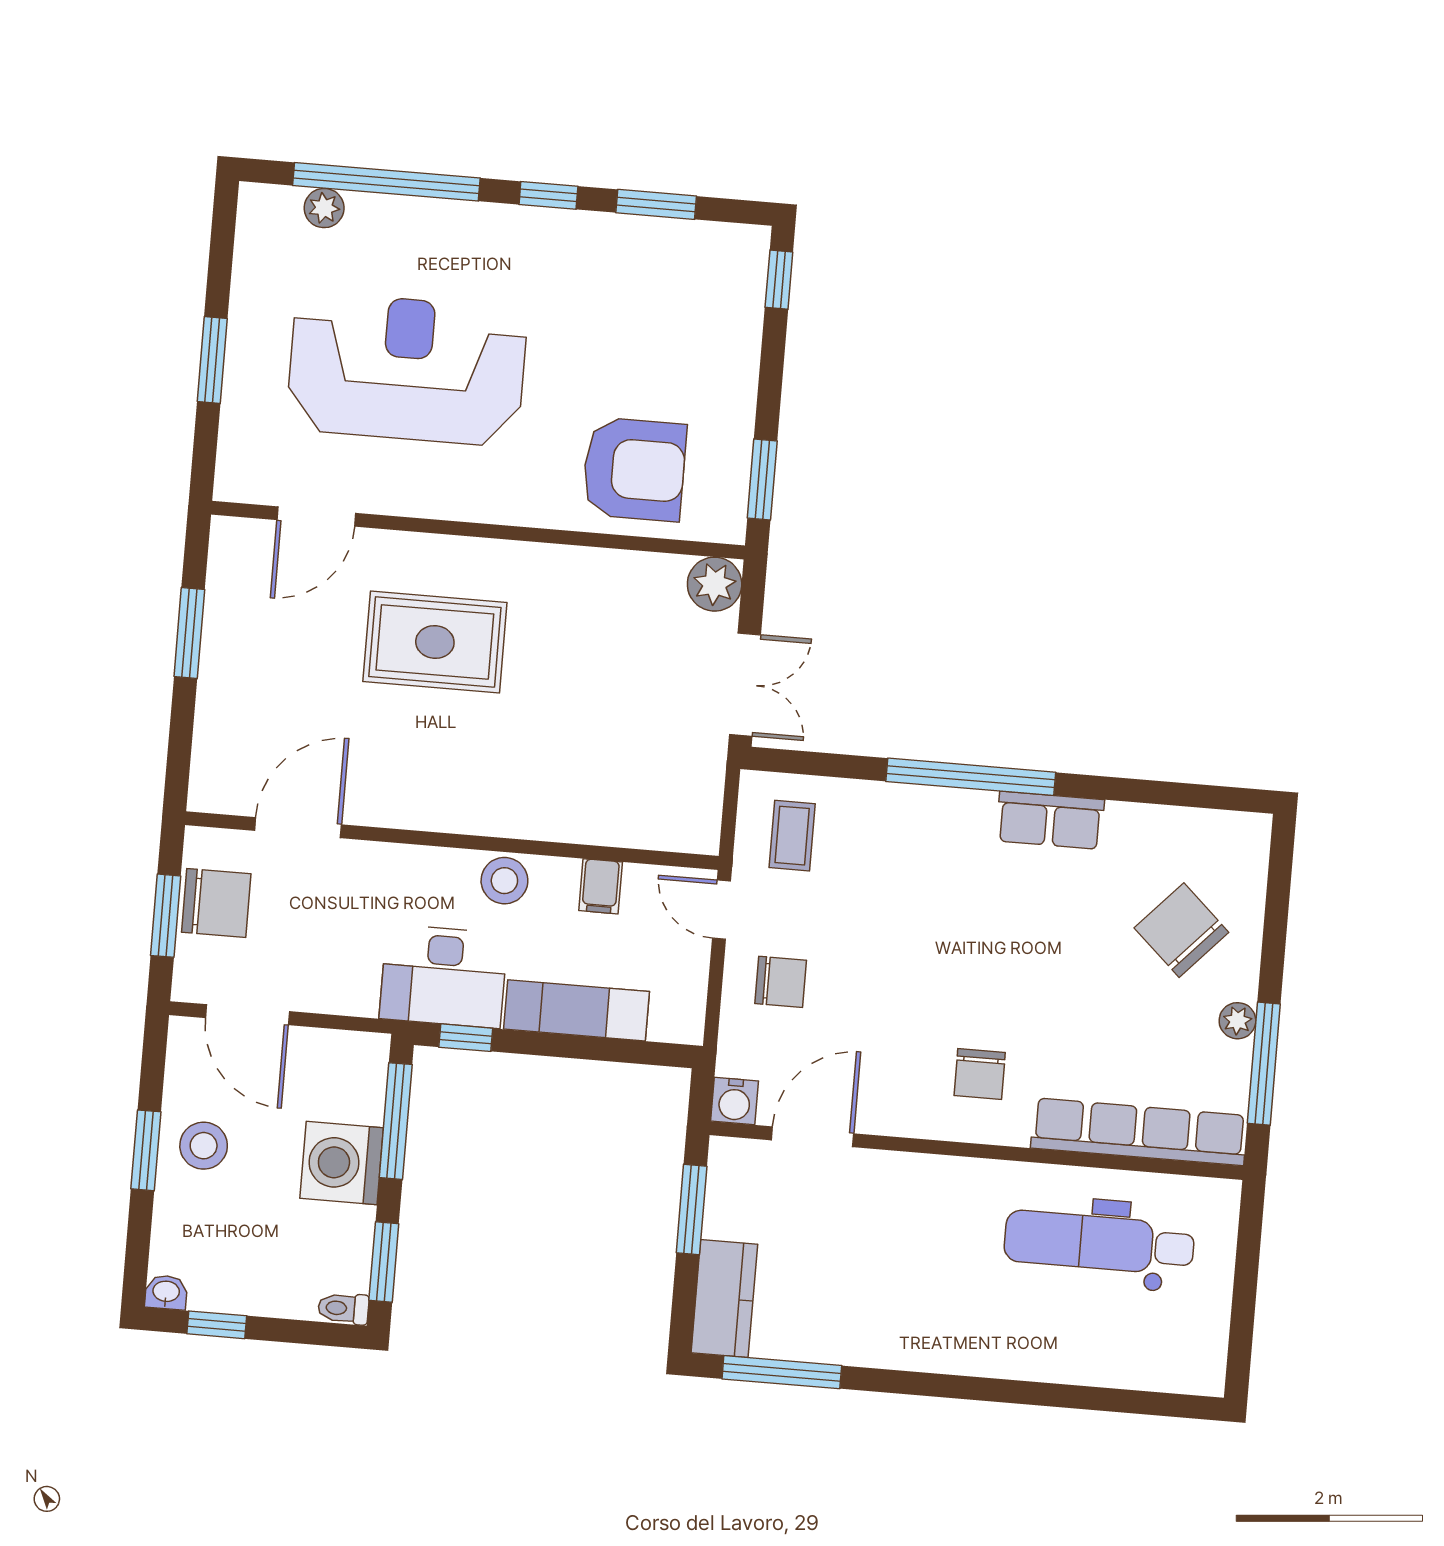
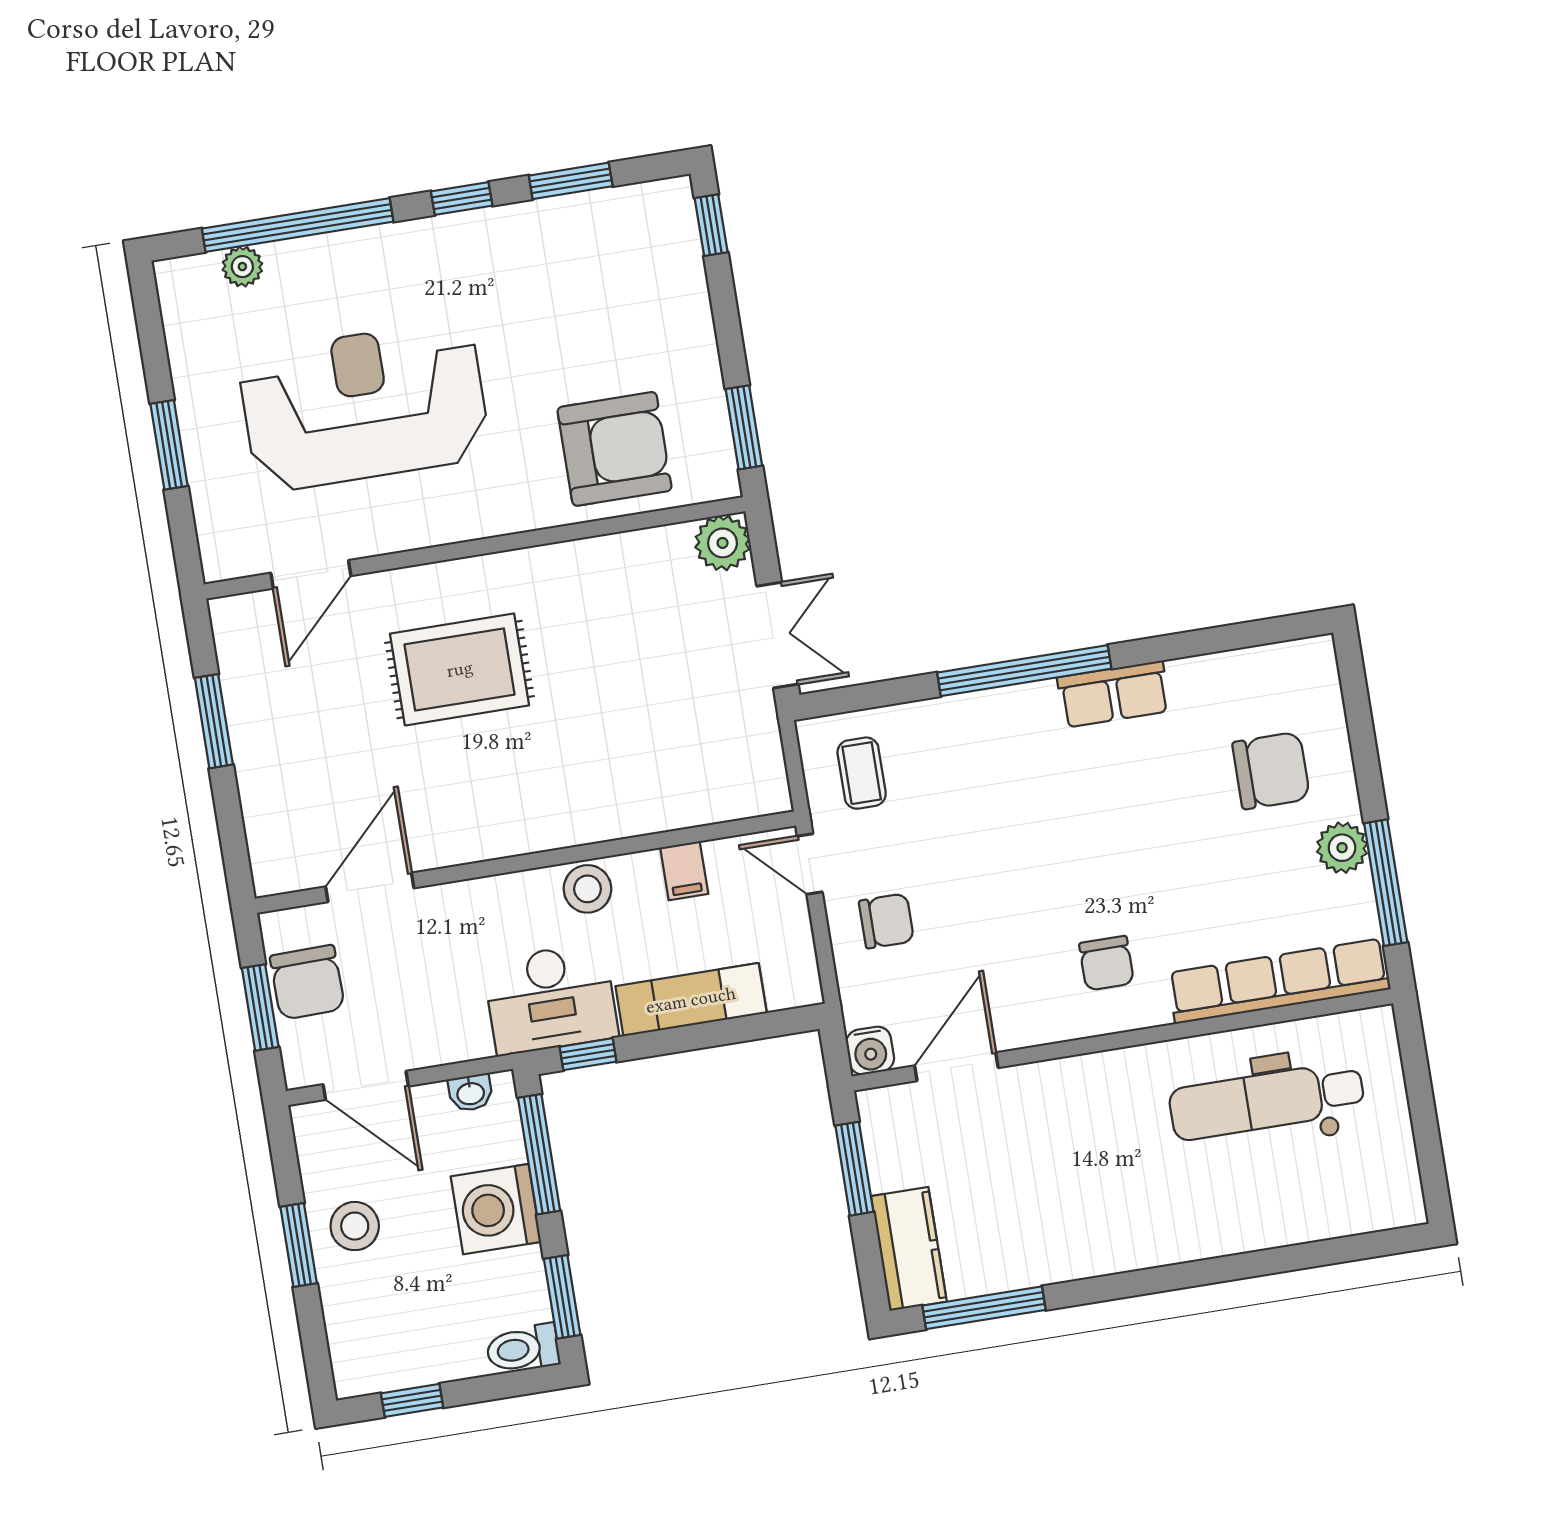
chair: (216, 903) -> (307, 982), turned 89
chair: (1181, 930) -> (1271, 771), turned 137
plant: (1237, 1021) -> (1342, 848), width x1.38, depth x1.38
washbasin: (166, 1292) -> (470, 1093), moved, turned 180
toilet: (343, 1308) -> (523, 1349), width x1.37, depth x1.39

